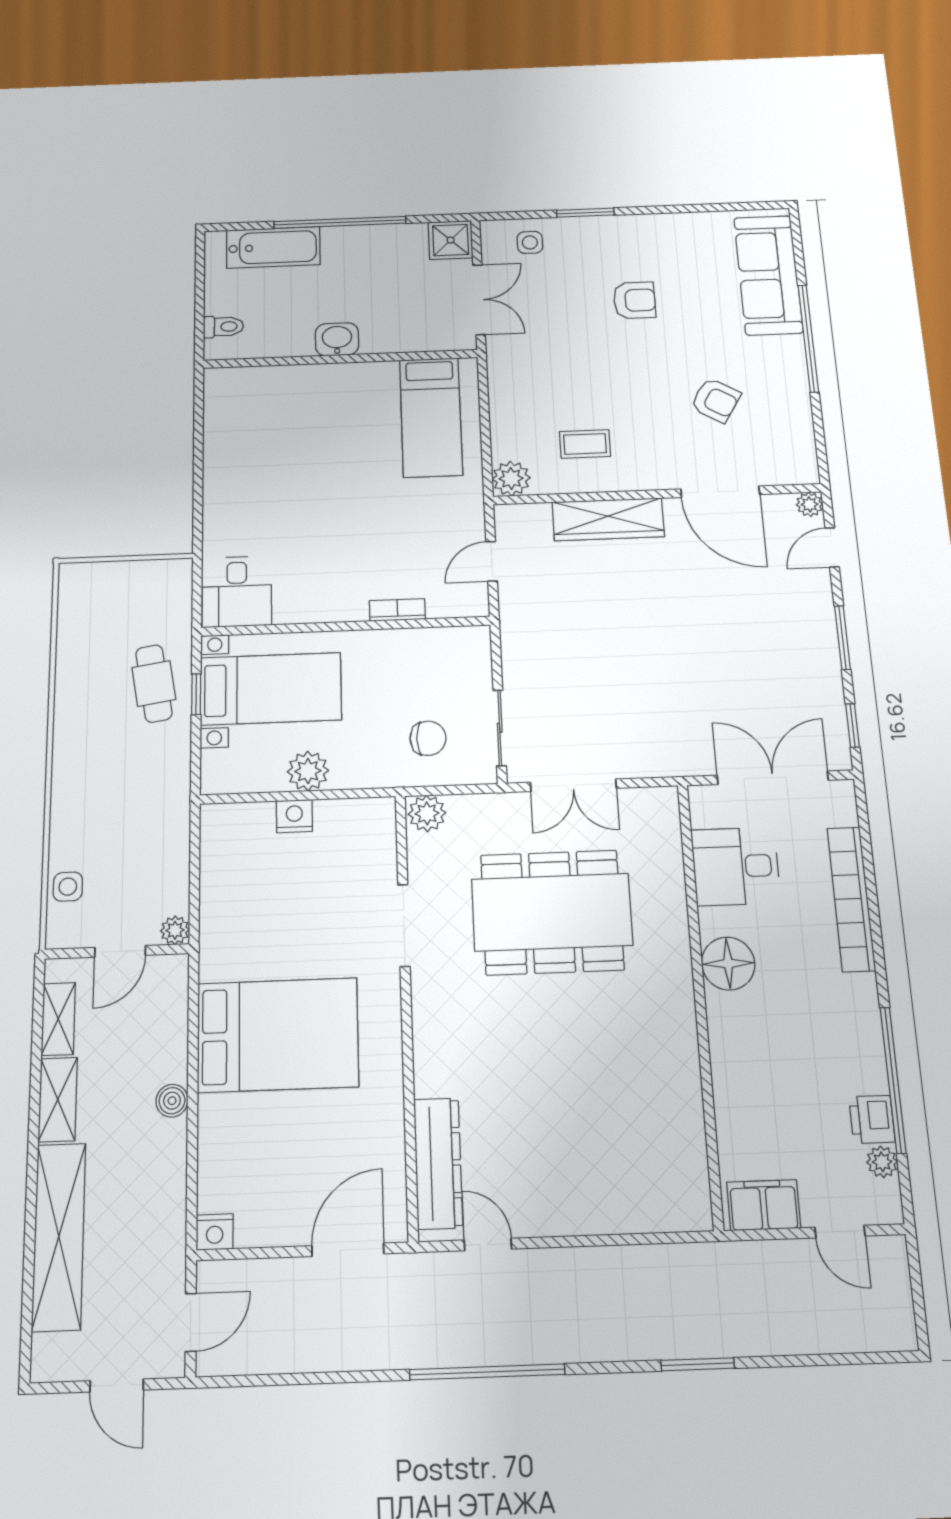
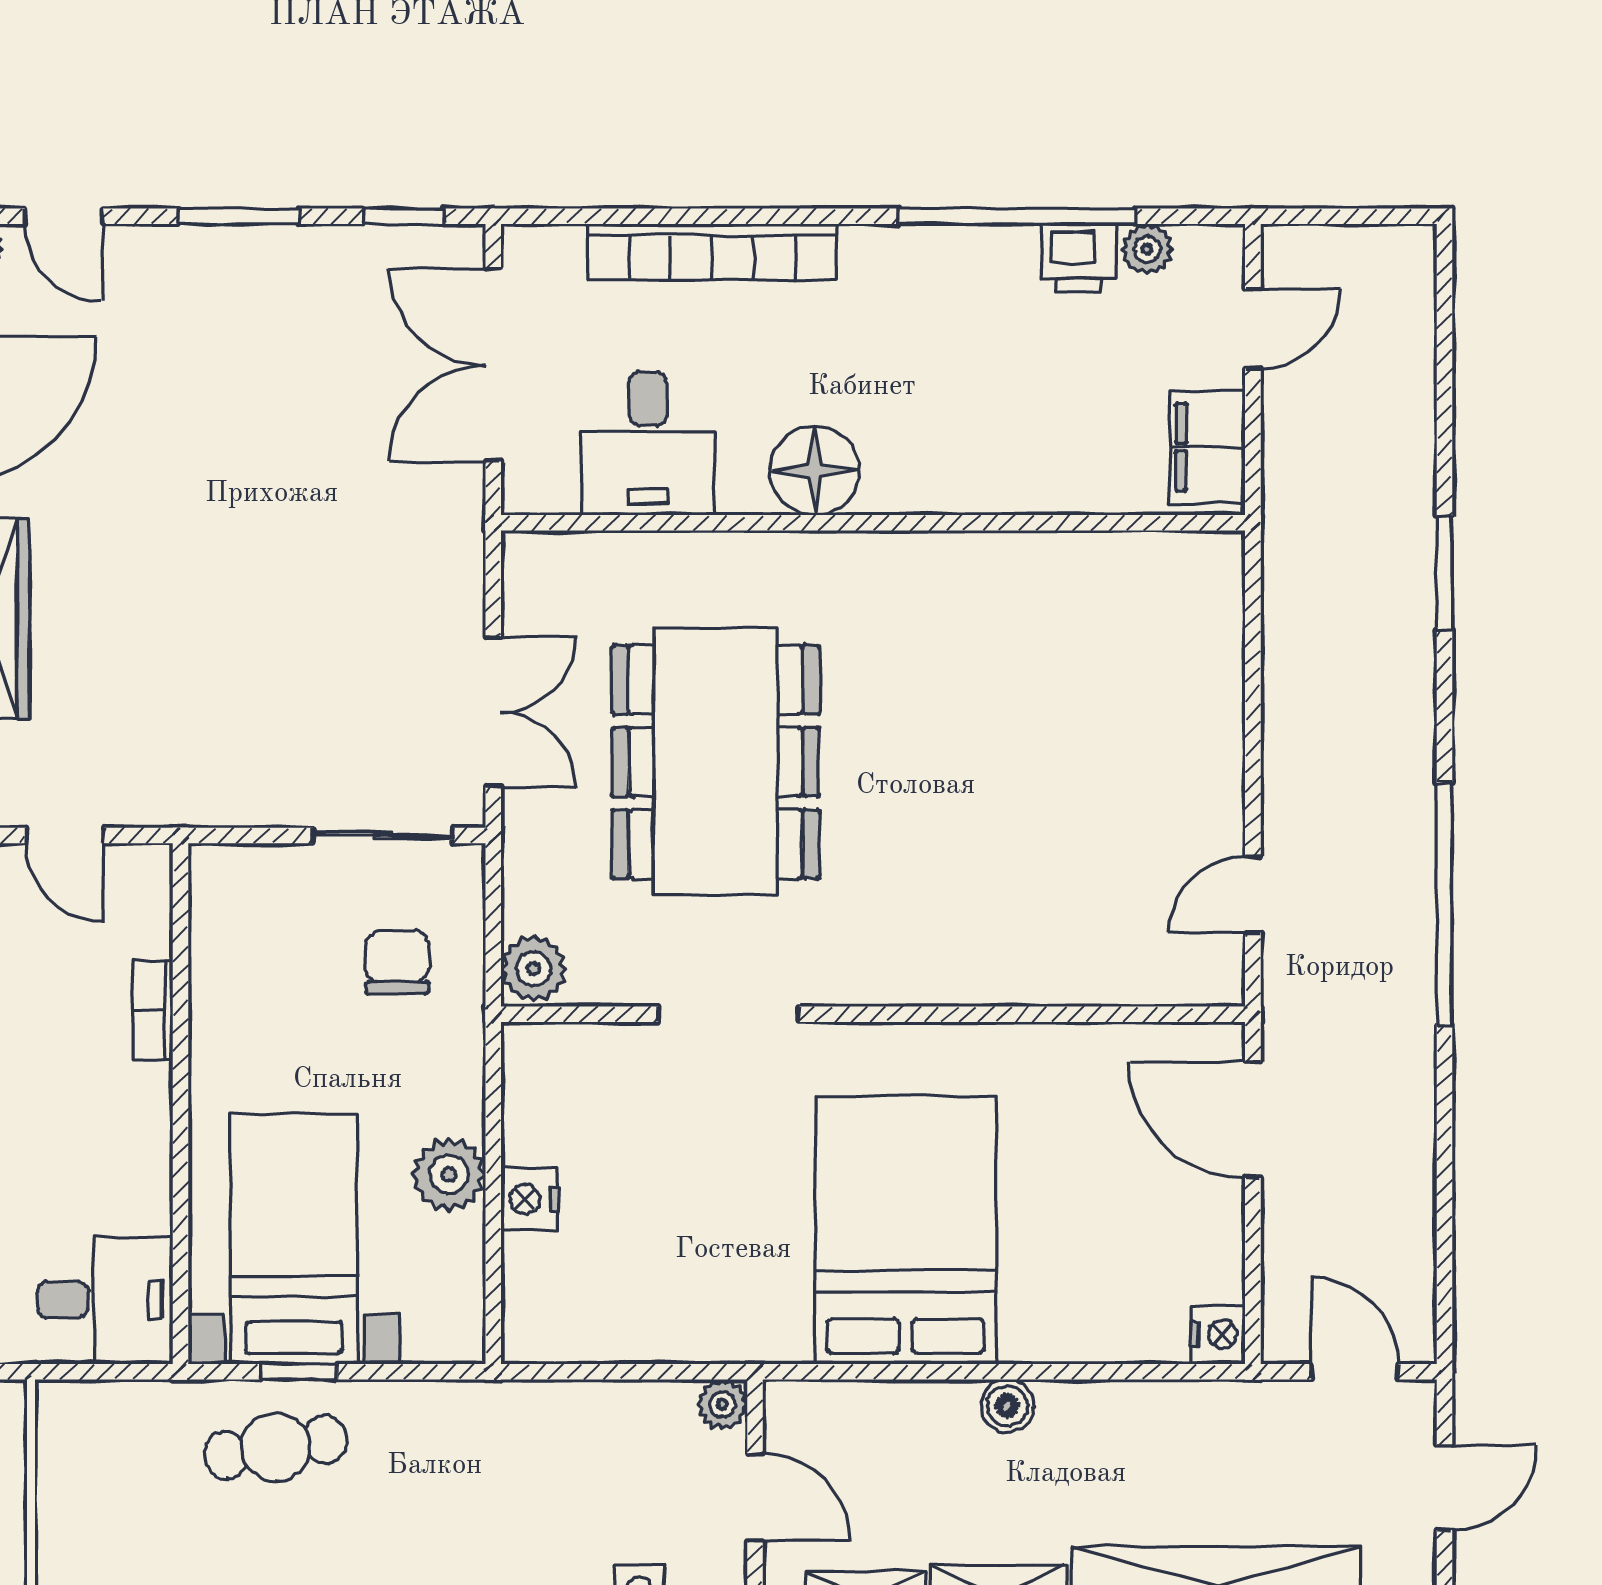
dresser: (438, 1163) -> (1123, 970), removed

